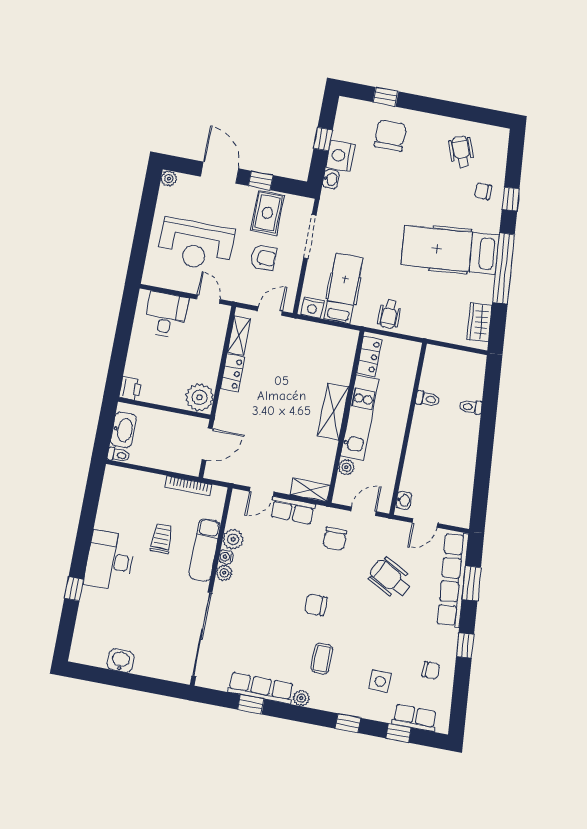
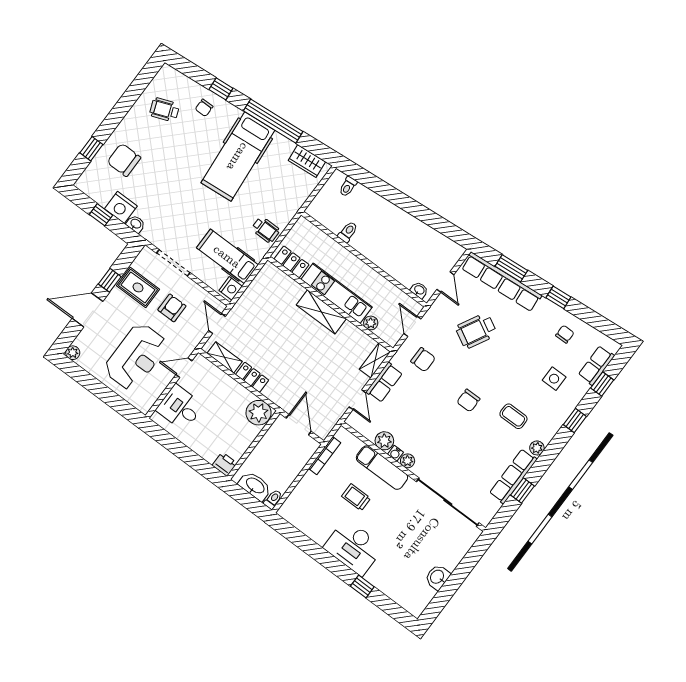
toilet: (471, 407) -> (348, 187), moved

